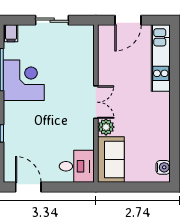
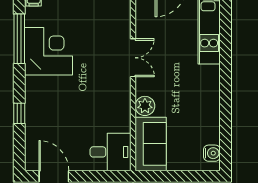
double door: (96, 102) -> (133, 58), moved

